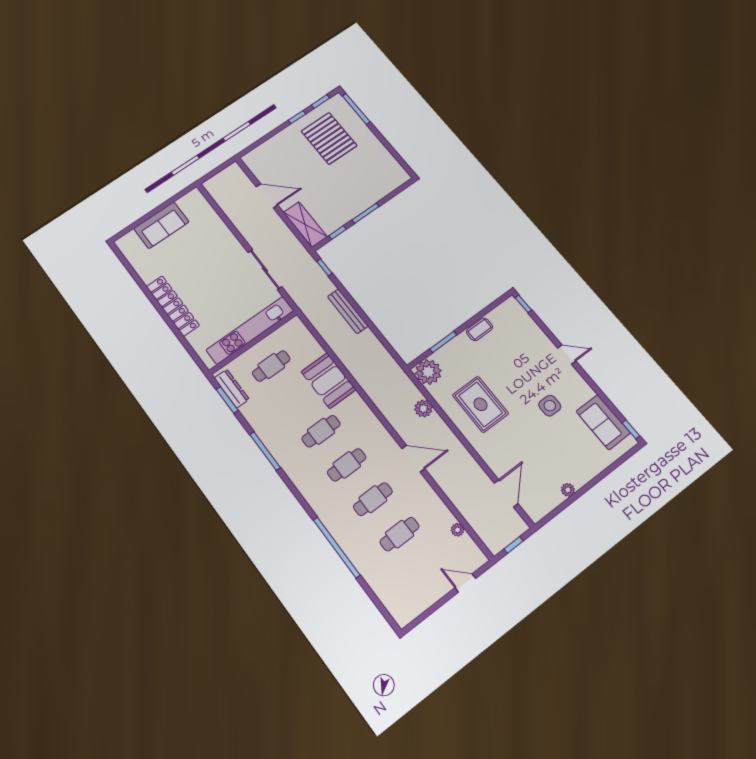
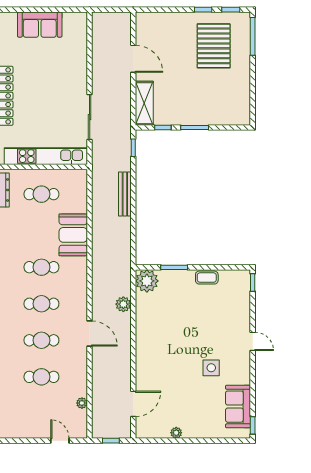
rug: (480, 404) -> (165, 331), removed

